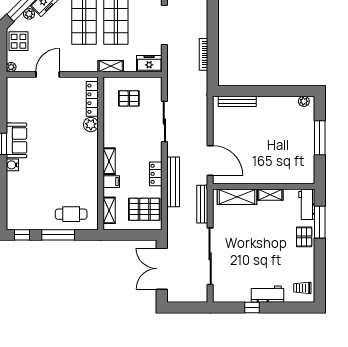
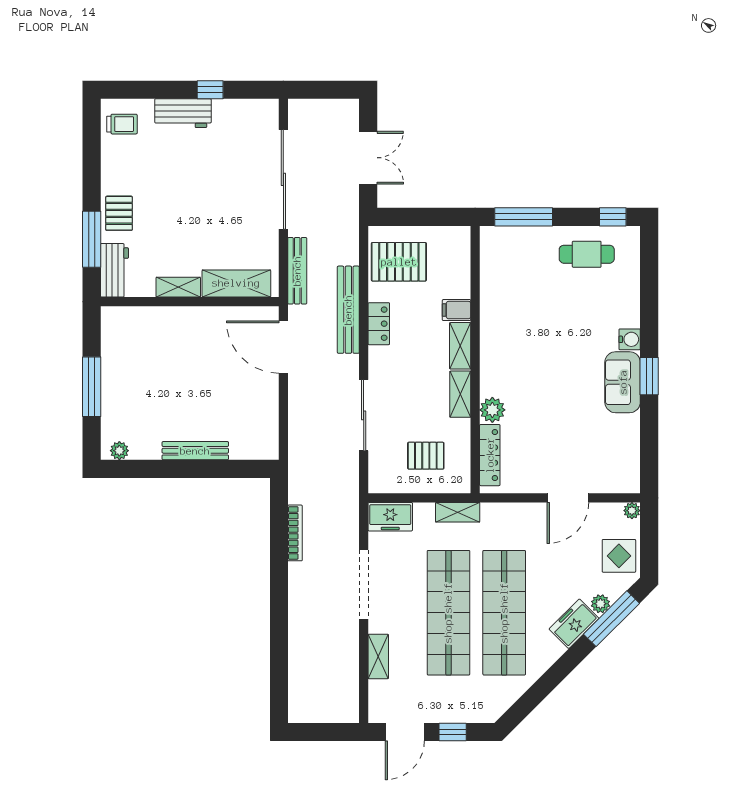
bench: (237, 101) -> (195, 451), moved
shelving: (109, 210) -> (460, 394), moved
cafe table: (71, 214) -> (587, 254), moved
window: (58, 235) -> (524, 217), moved
double door: (162, 269) -> (368, 158), width x0.73

